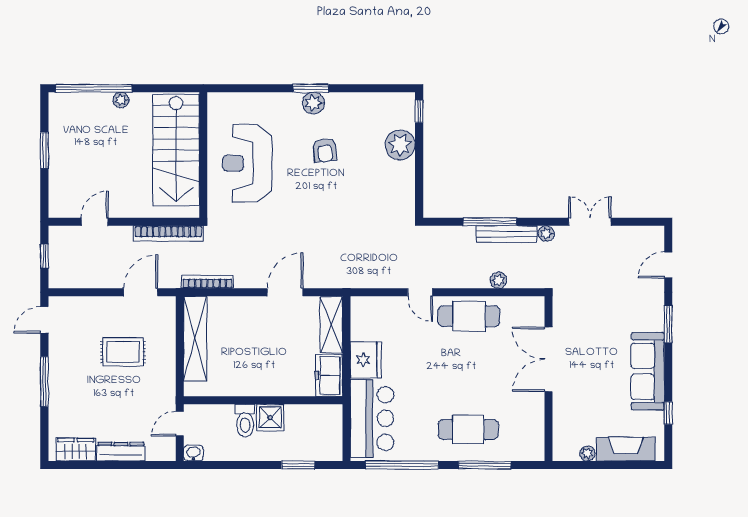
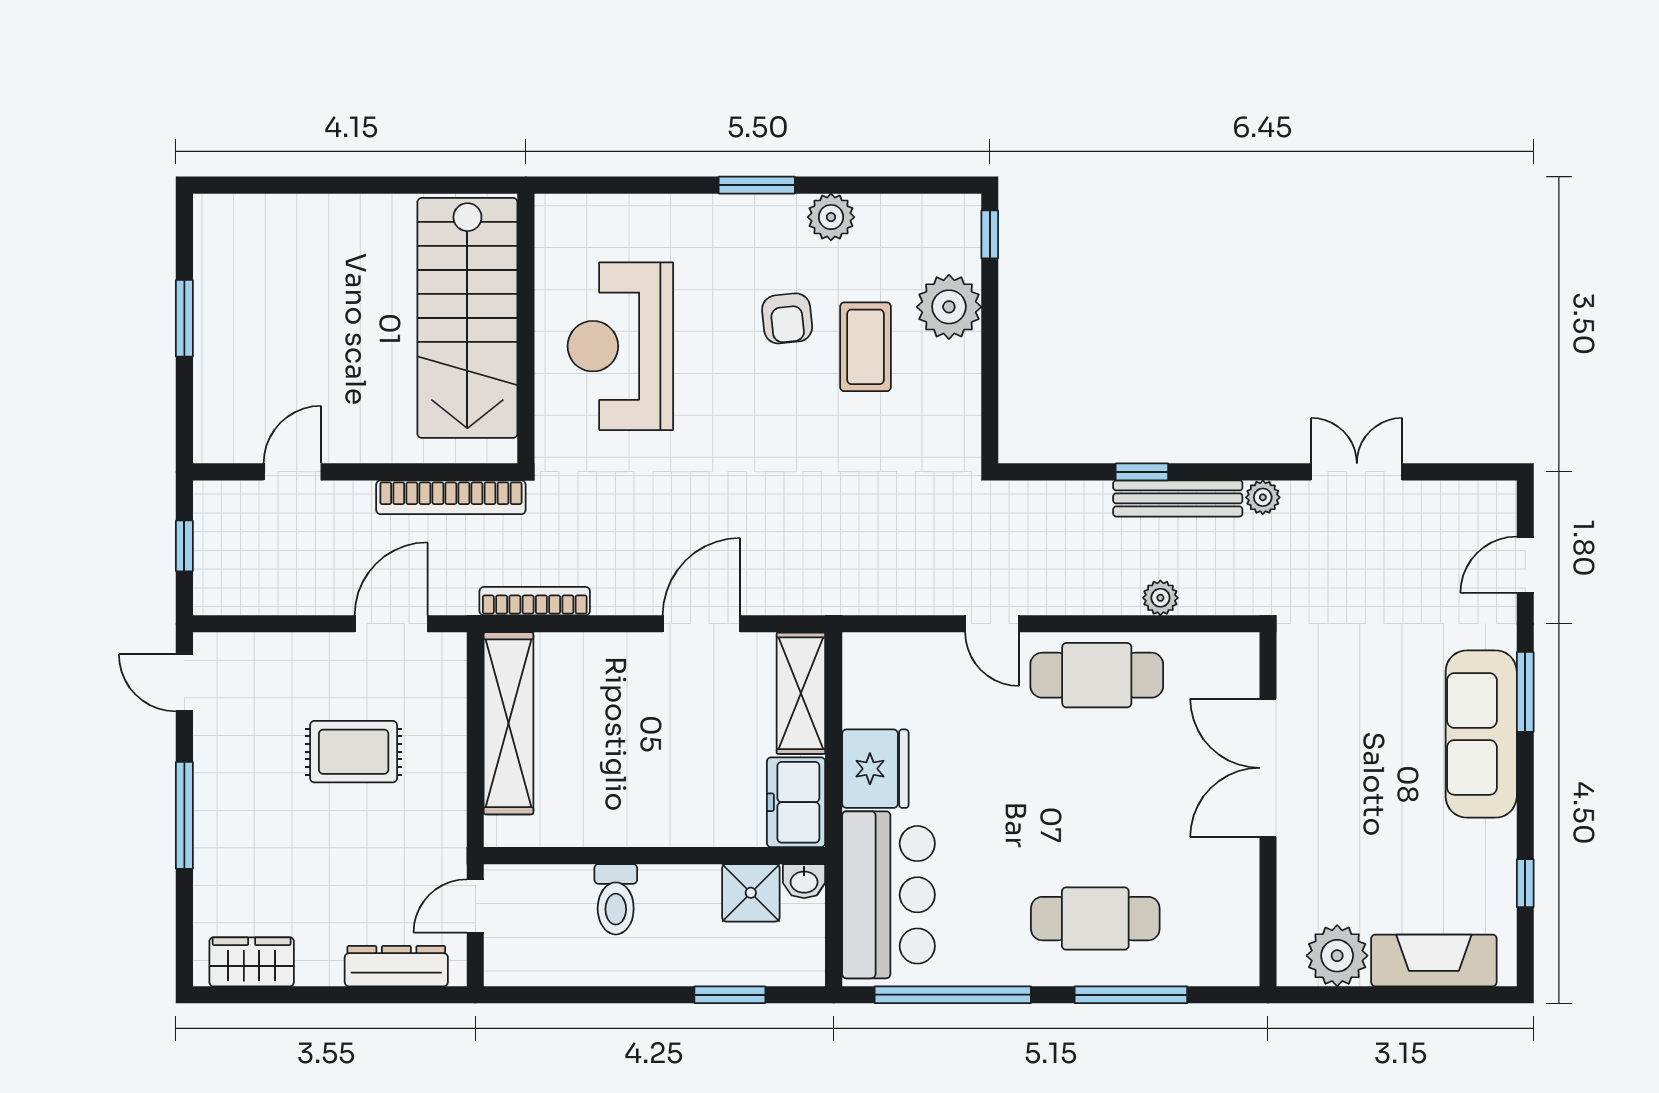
window: (94, 88) -> (291, 185), removed
plant: (121, 100) -> (349, 210), removed
plant: (313, 103) -> (831, 217), moved
coffee table: (361, 164) -> (865, 347), added
window: (490, 222) -> (1142, 472), width x0.46
door: (44, 320) -> (184, 683), hinge flipped
sofa: (648, 371) -> (1481, 734), moved
shower: (270, 418) -> (751, 893), moved
dresser: (121, 452) -> (396, 966), moved
washbasin: (193, 453) -> (804, 881), moved, turned 180
plant: (587, 453) -> (1337, 956), width x1.88, depth x1.88

